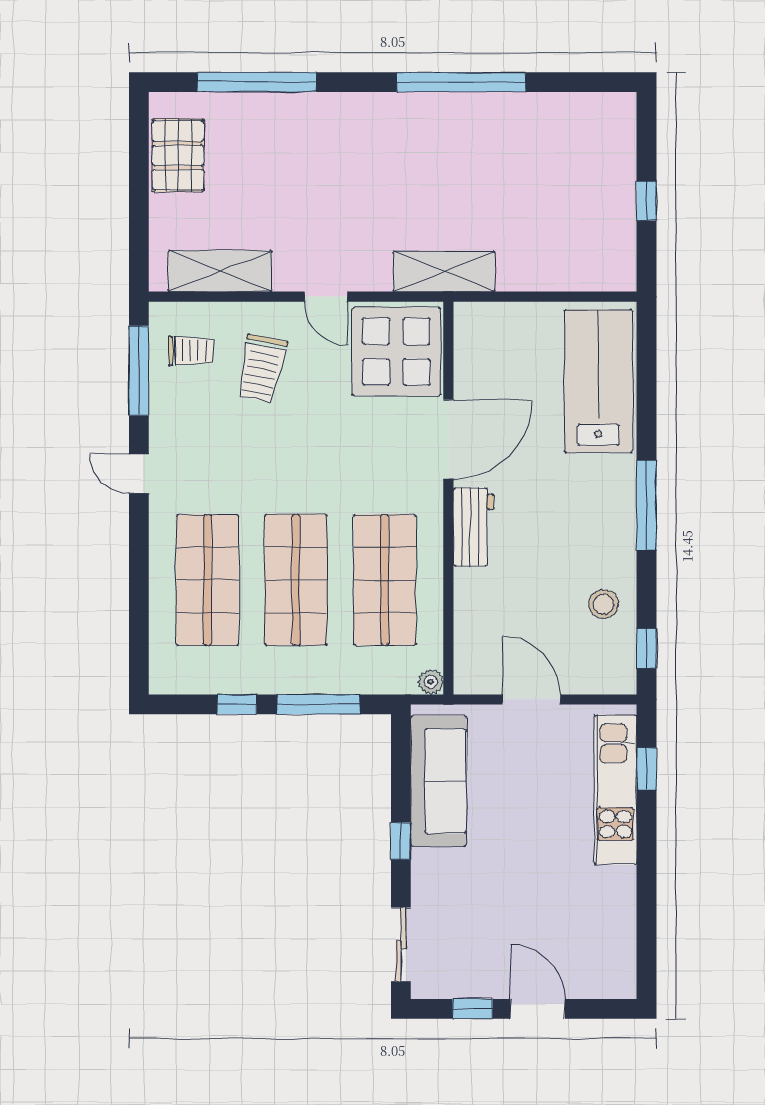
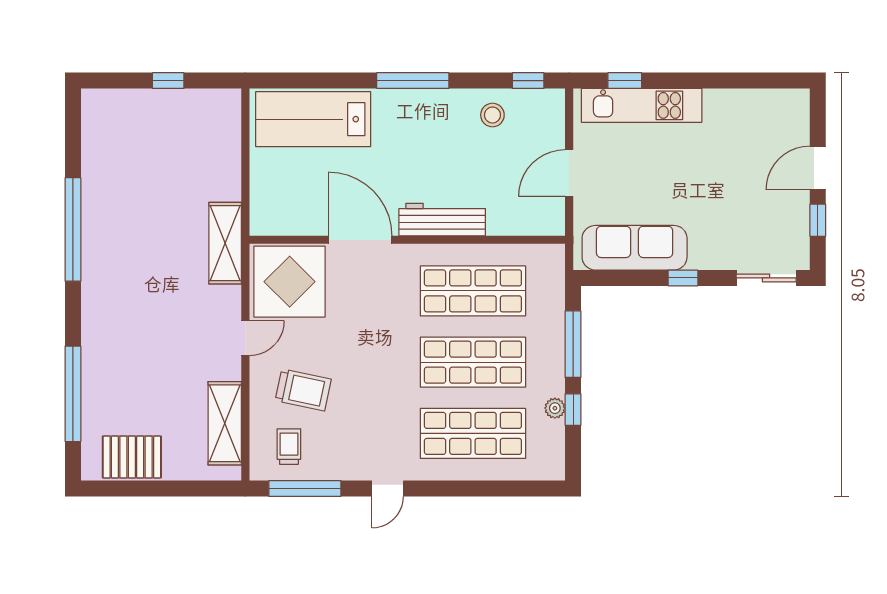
workbench: (473, 527) -> (442, 220), width x1.38
plant: (431, 682) -> (555, 408), moved

